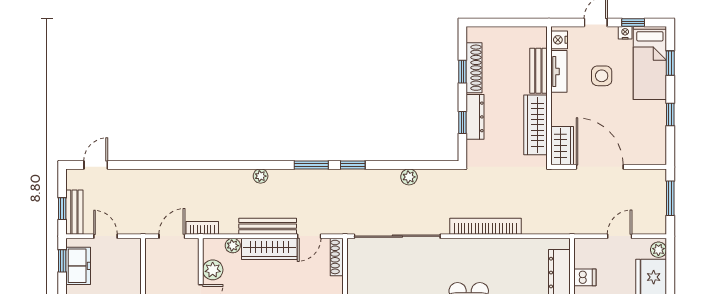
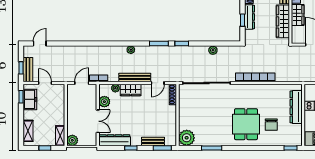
wardrobe: (562, 146) -> (298, 15), moved
wardrobe: (269, 249) -> (131, 90), width x0.67

